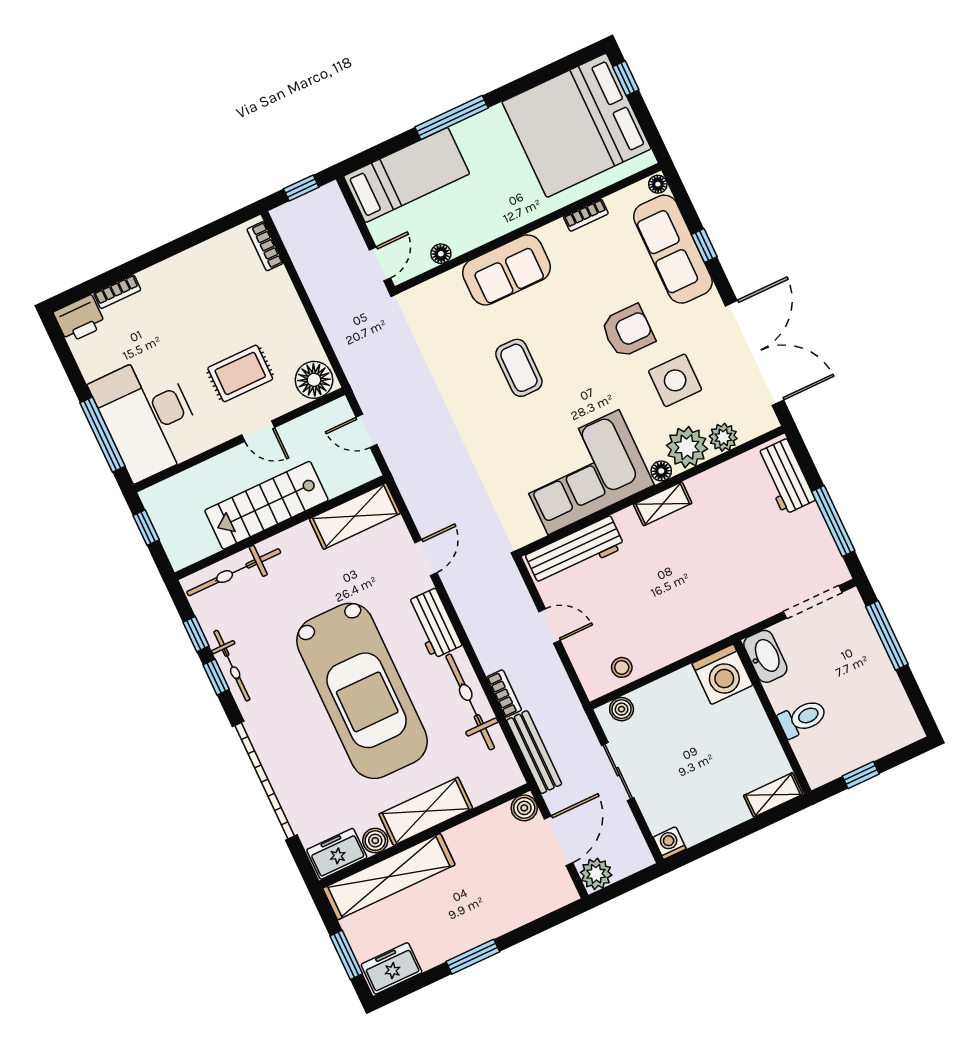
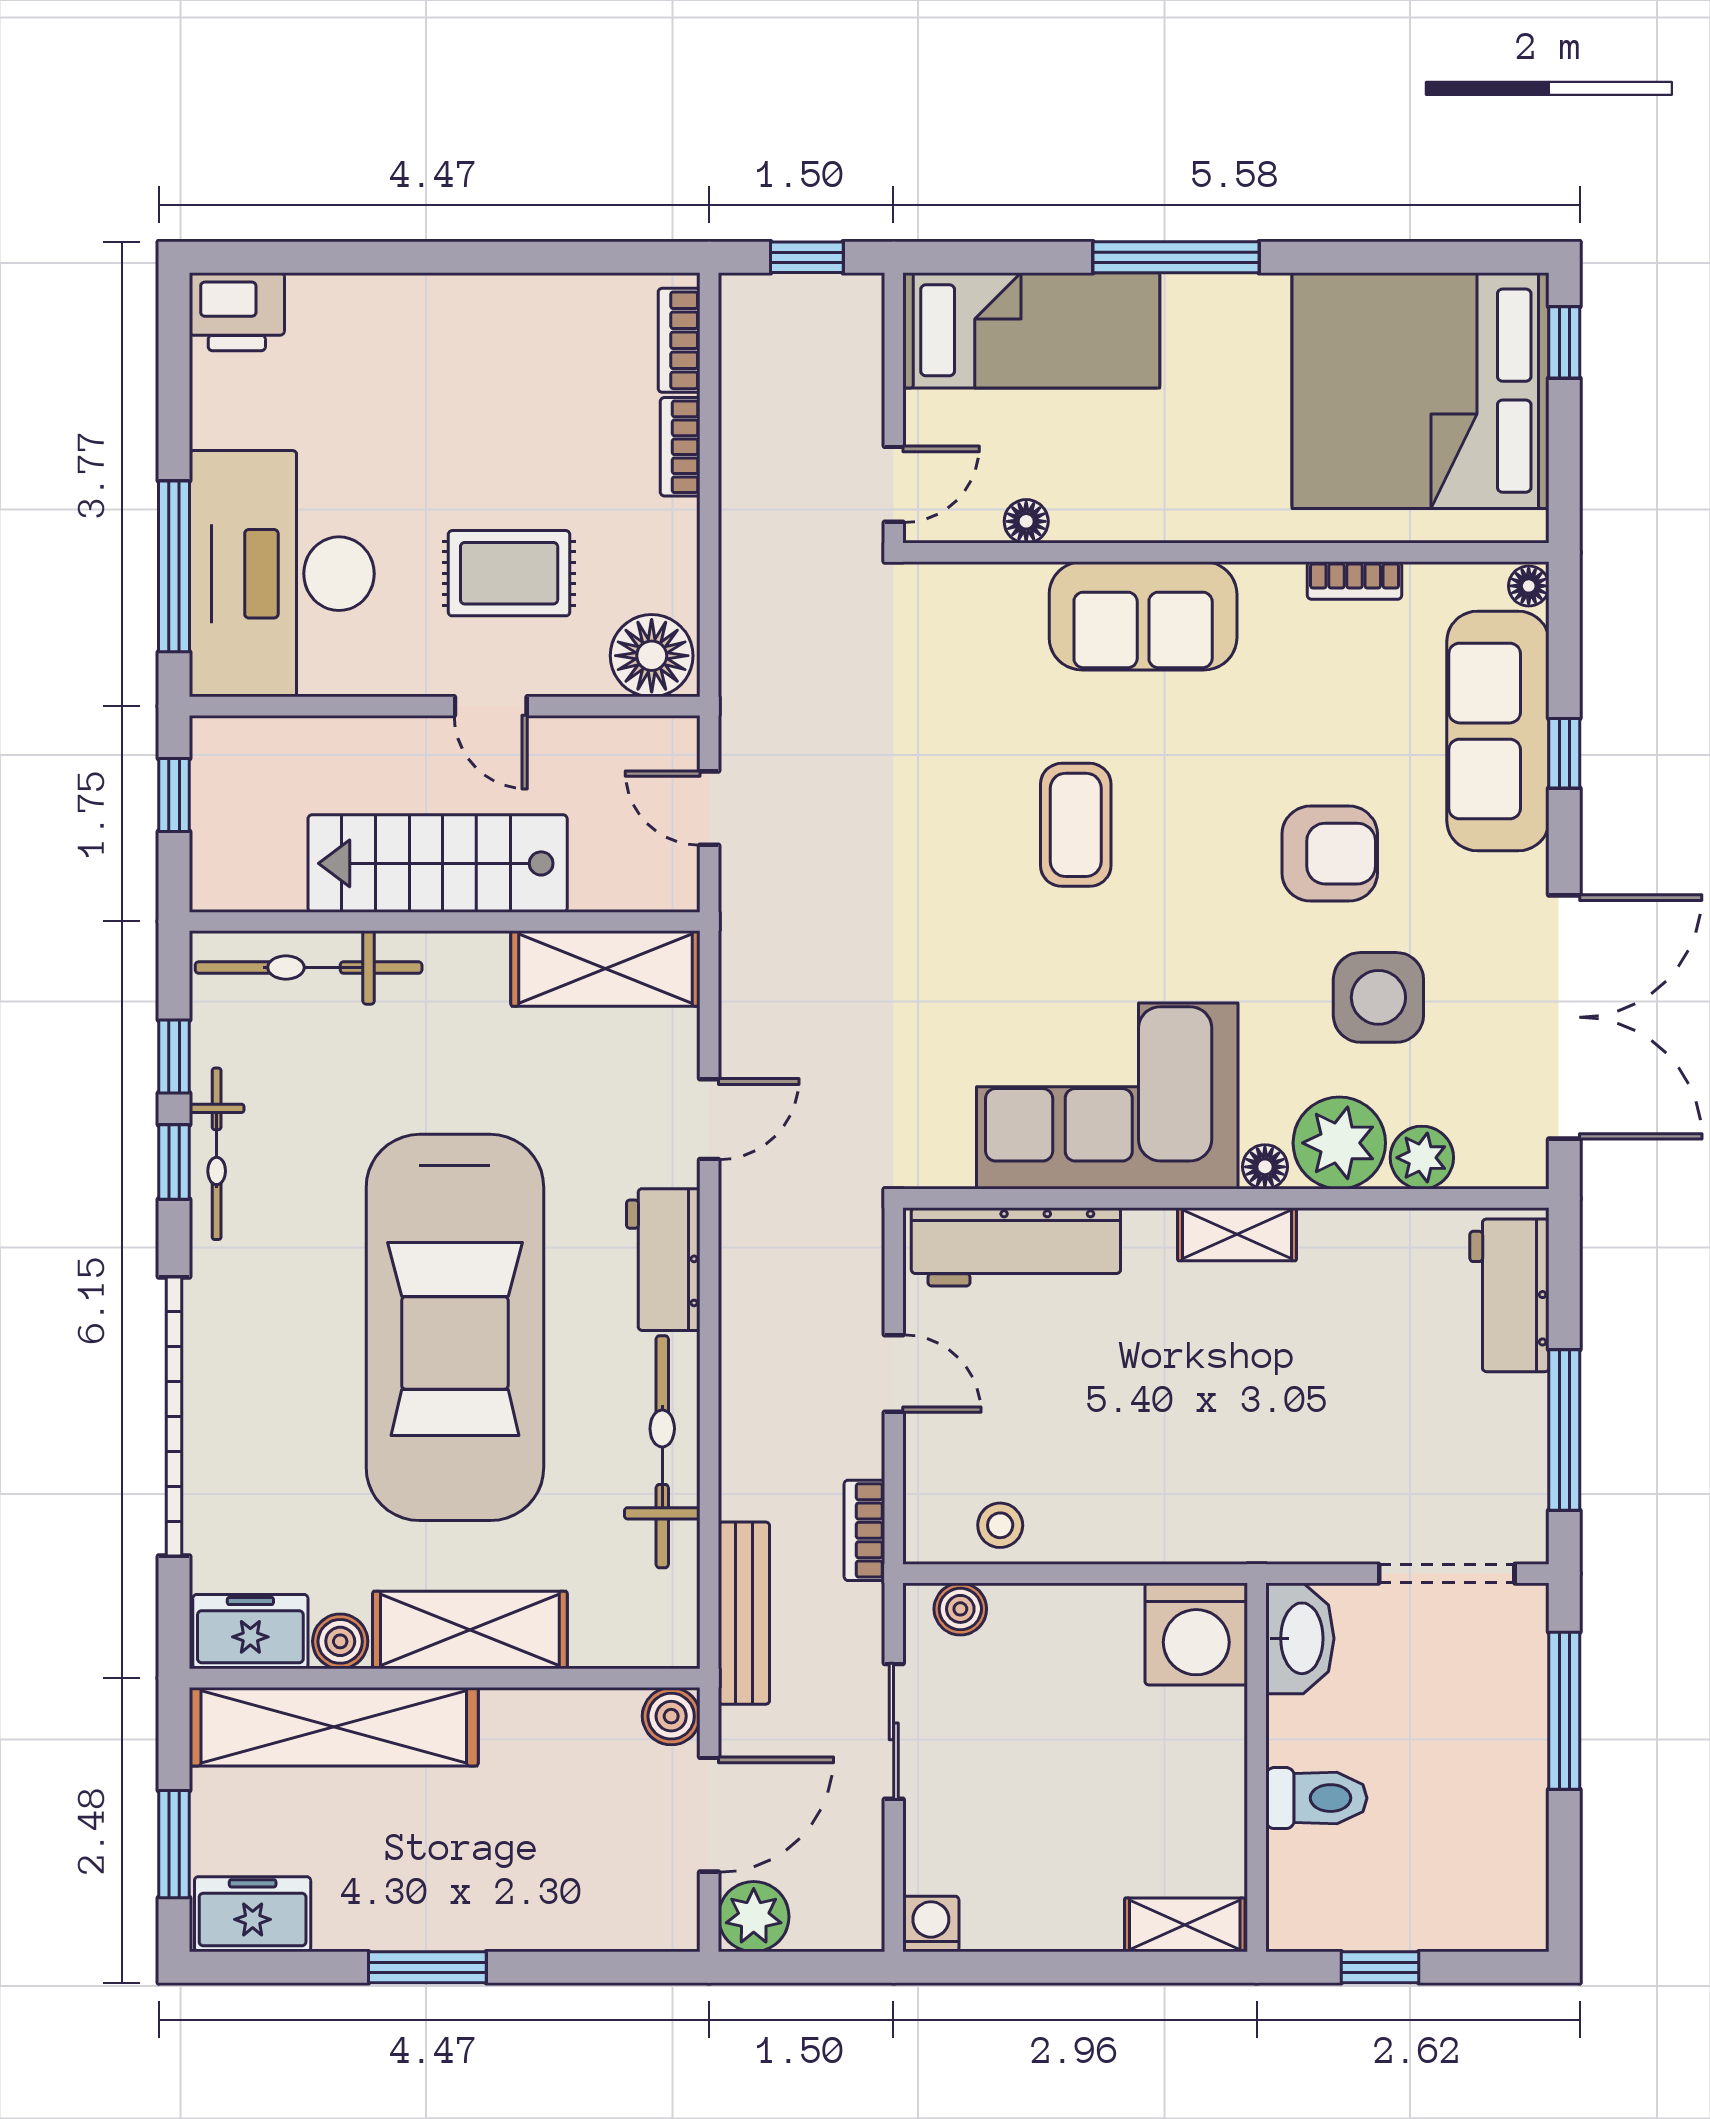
bookcase: (117, 292) -> (680, 447), moved, turned 90
bookcase: (504, 693) -> (864, 1530), moved, turned 180

